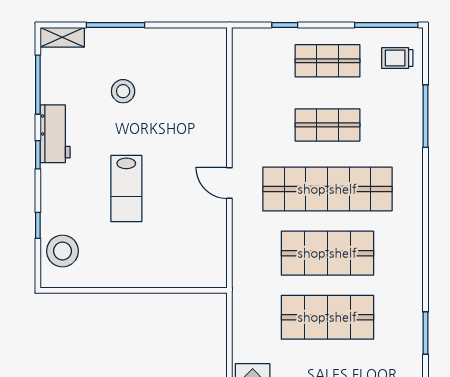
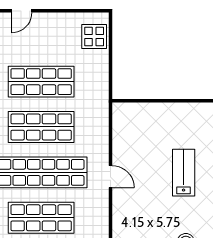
shop shelf: (327, 125) -> (41, 218), width x1.43, depth x1.36

